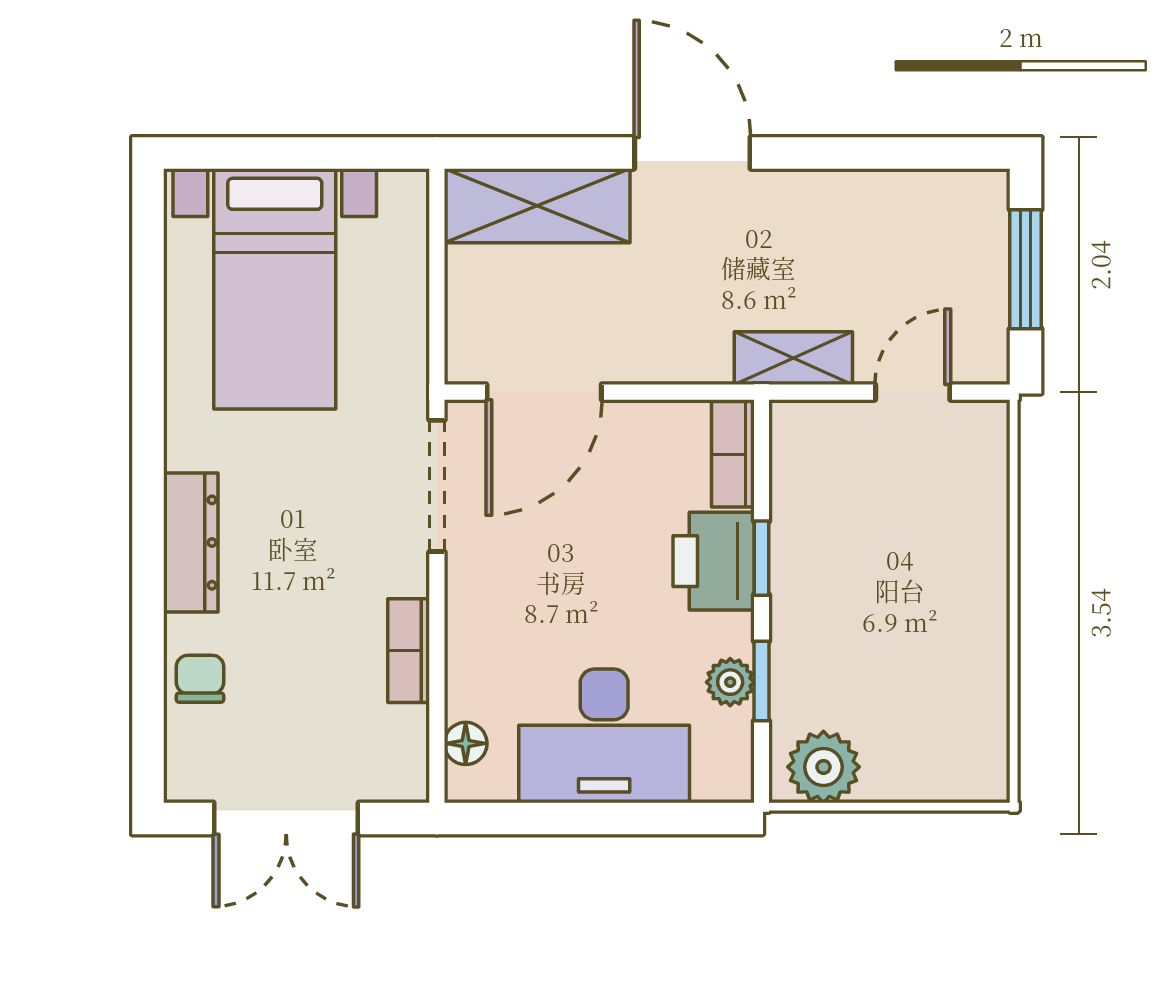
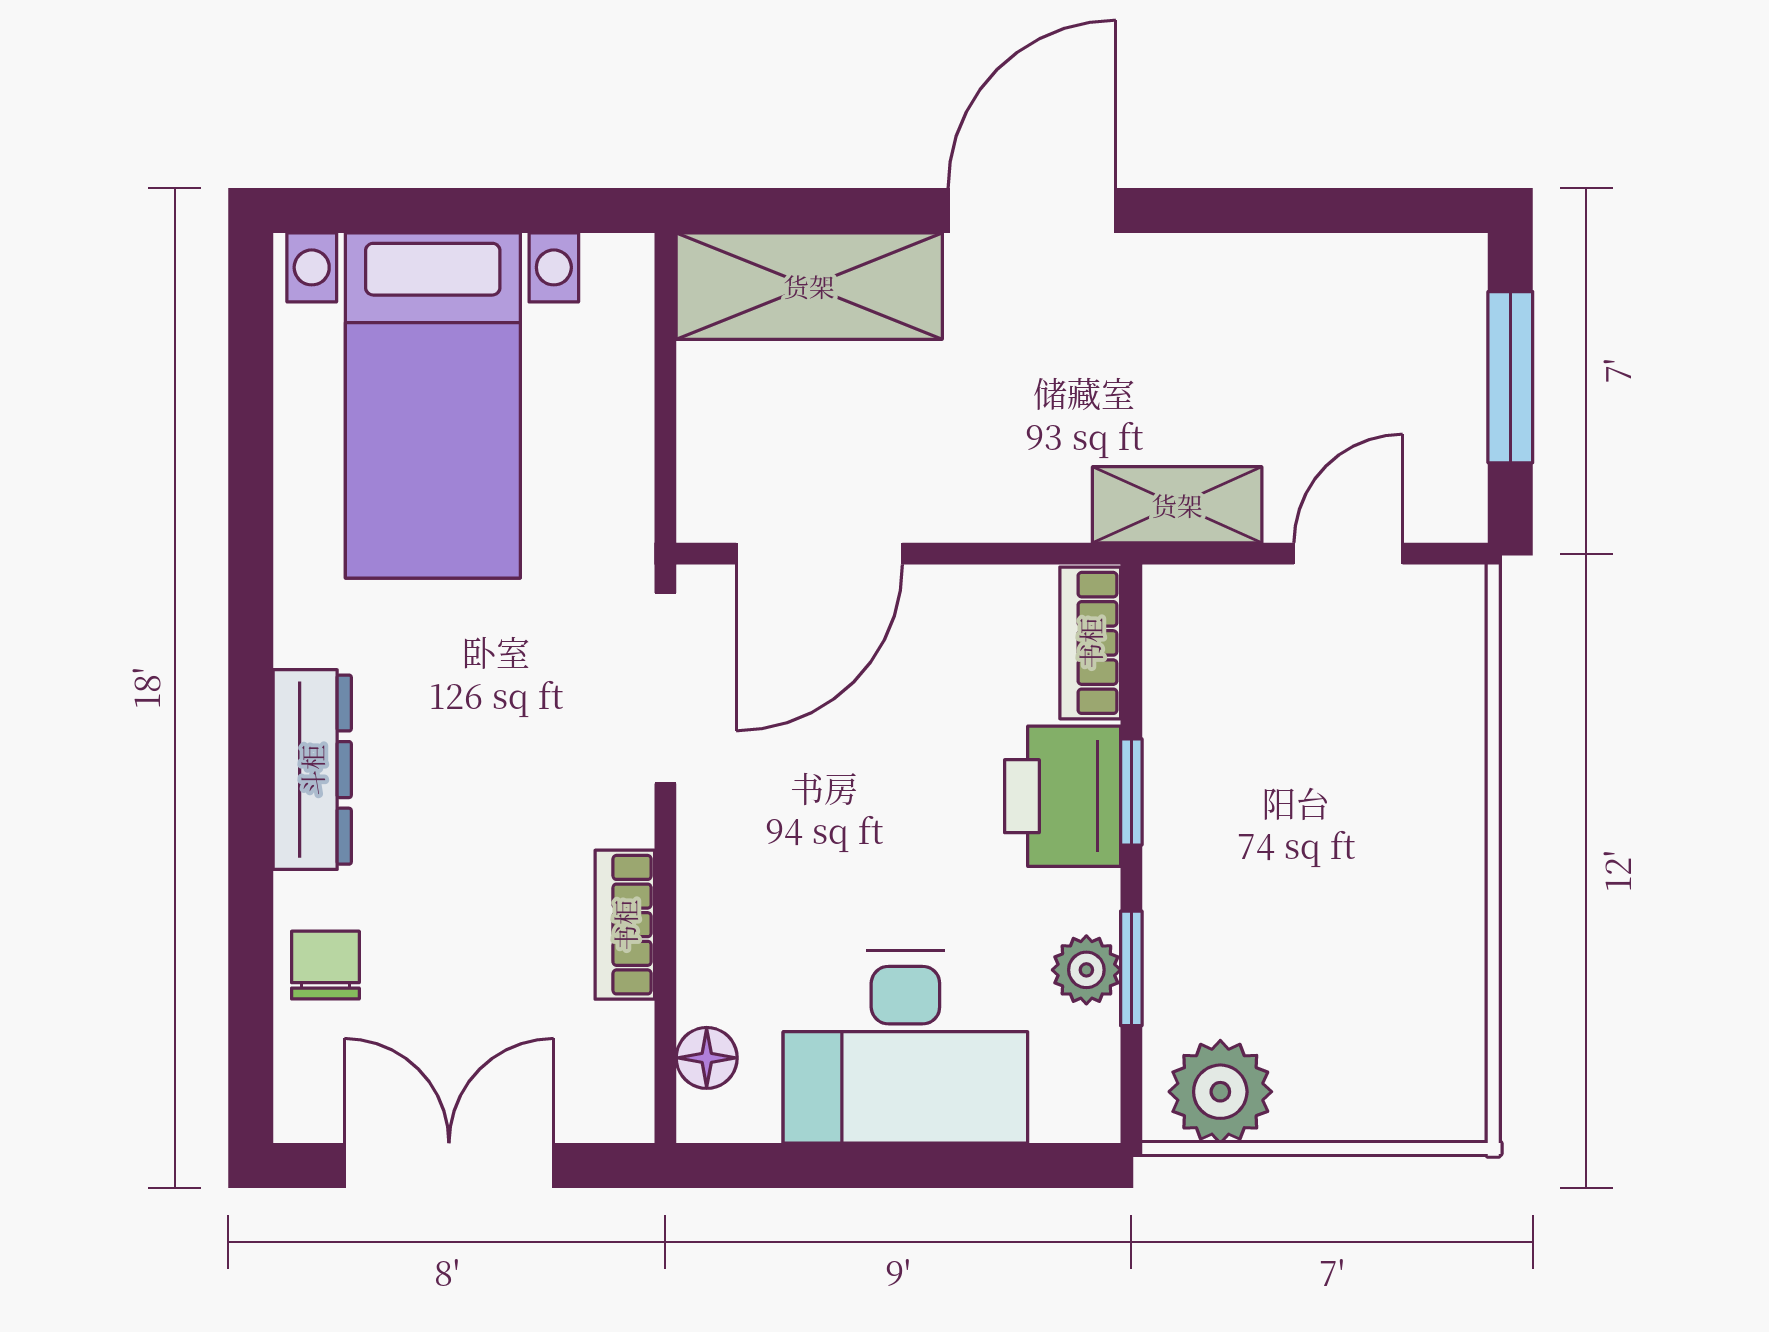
door: (692, 153) -> (1032, 211), hinge flipped
double door: (286, 818) -> (449, 1166), swing flipped

